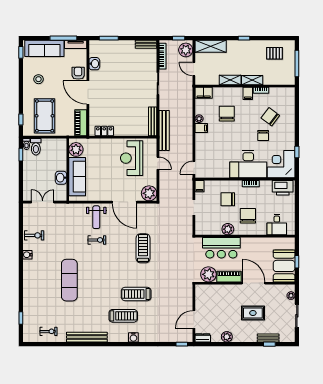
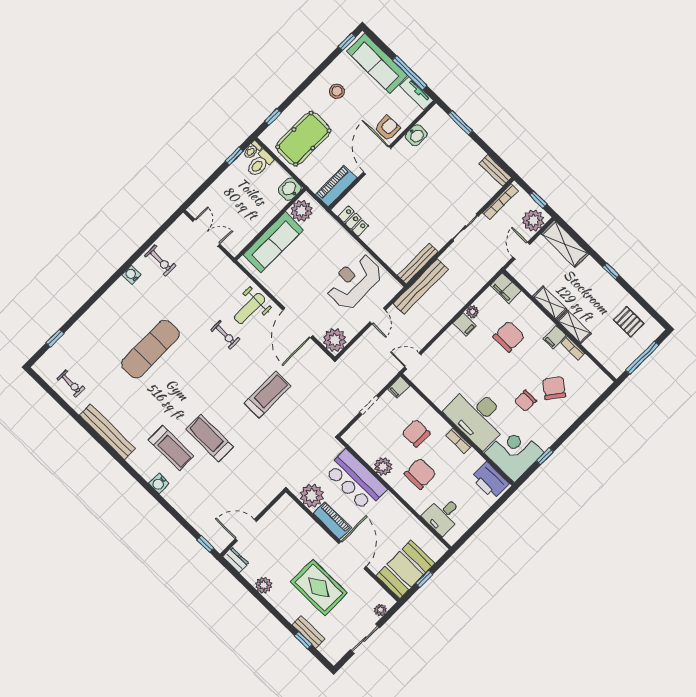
washbasin: (61, 178) -> (290, 189), moved
rug: (253, 313) -> (319, 588), width x1.36, depth x1.43

